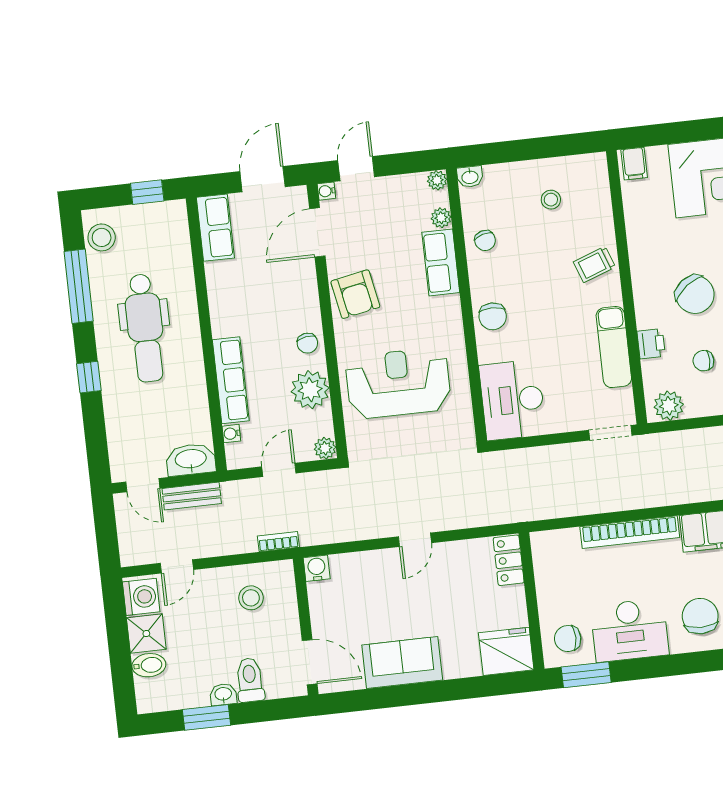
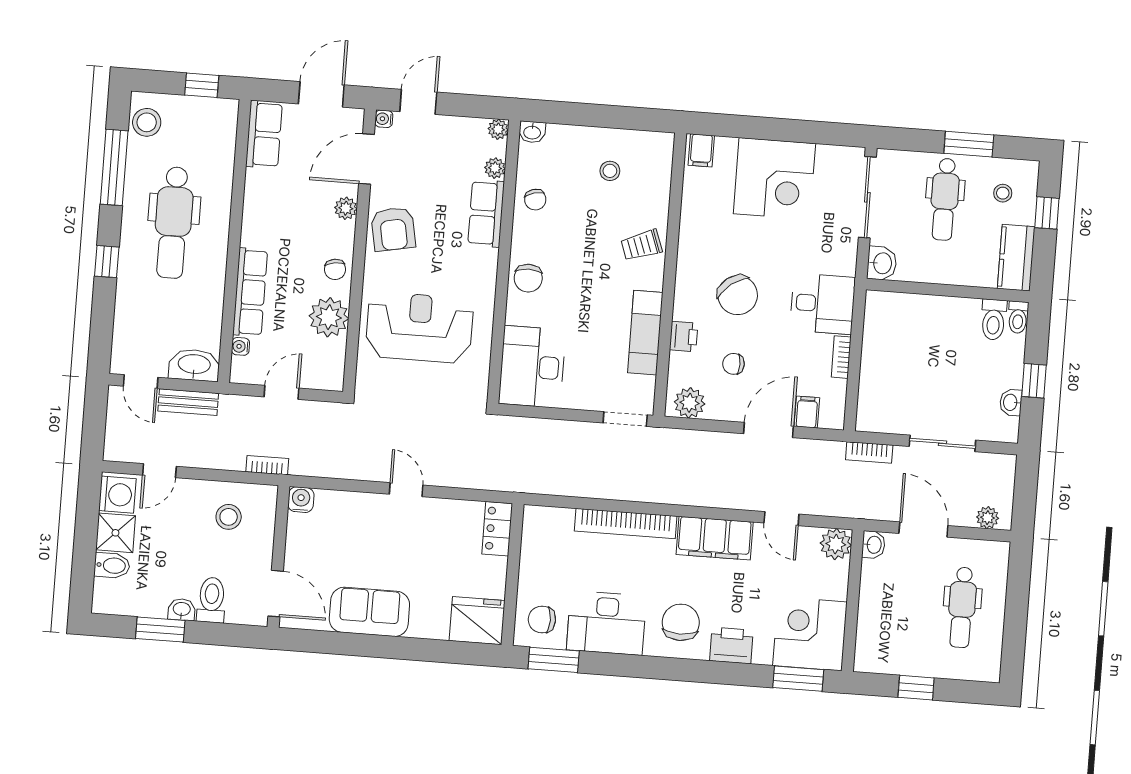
plant: (325, 448) -> (346, 208), moved
door: (415, 540) -> (406, 490), swing flipped

